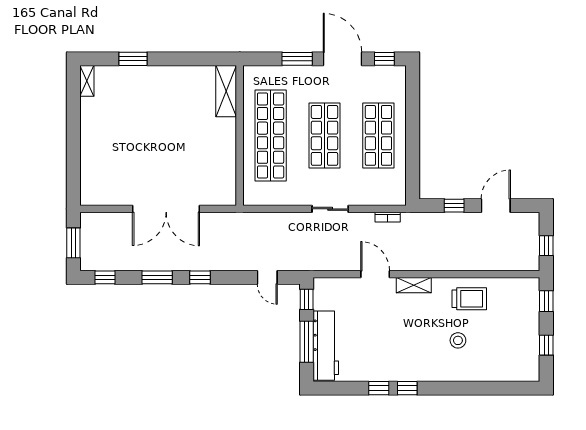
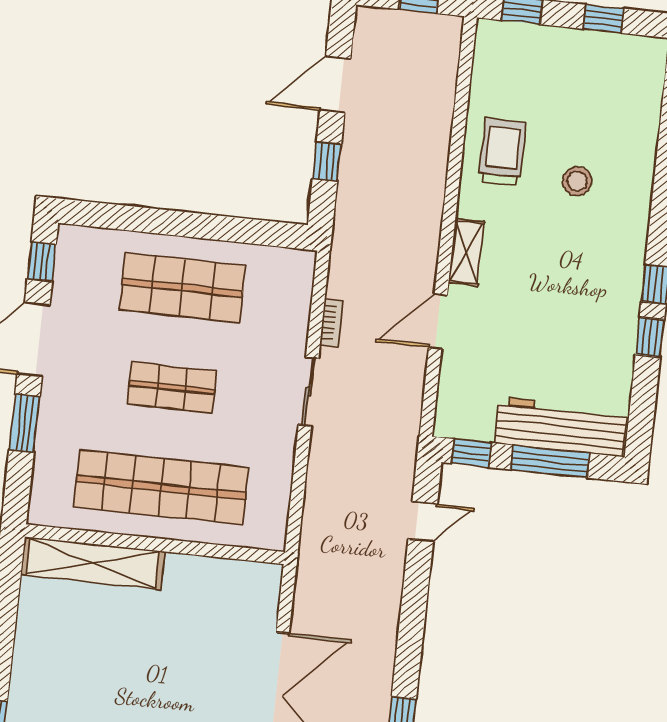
shelving: (226, 91) -> (93, 563), width x1.47
shop shelf: (325, 135) -> (172, 387), width x0.70, depth x0.74
door: (496, 206) -> (335, 84), hinge flipped
bookcase: (388, 217) -> (331, 323), moved
window: (200, 277) -> (409, 646), removed

